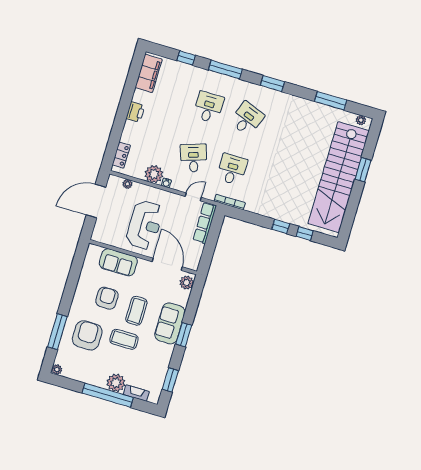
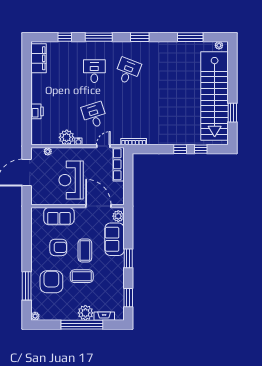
printer: (135, 112) -> (37, 111), moved
locker: (121, 155) -> (36, 130), removed
desk: (232, 169) -> (128, 115), removed
window: (363, 170) -> (232, 113), moved
reception desk: (145, 225) -> (71, 180), turned 180
armchair: (107, 298) -> (58, 247), turned 90
sofa: (170, 323) -> (115, 239), moved

